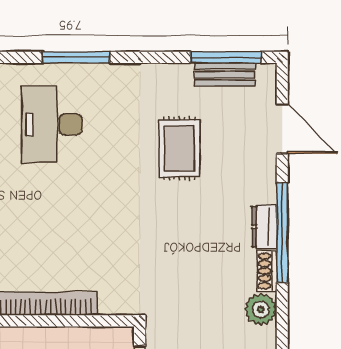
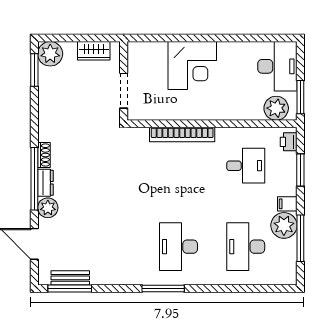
desk: (52, 124) -> (178, 247), turned 180
rug: (179, 149) -> (99, 232), removed
plant: (261, 309) -> (48, 208), moved

